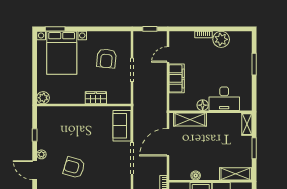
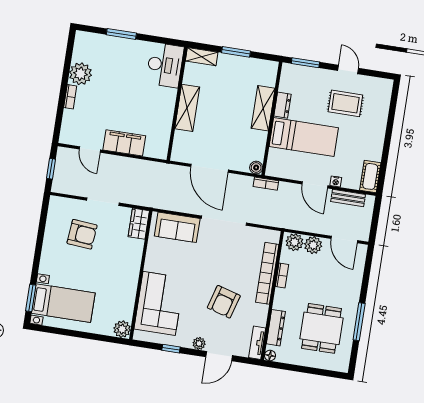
bed with nightstands: (62, 53) -> (63, 303), width x0.73
wardrobe: (96, 98) -> (139, 224), moved
desk: (224, 99) -> (165, 65), moved
floor lamp: (203, 105) -> (166, 113), removed
shelving: (190, 119) -> (187, 108), moved
corner sofa: (66, 121) -> (159, 303), added
shelving: (235, 174) -> (263, 108), moved
boiler: (196, 176) -> (256, 168), moved

